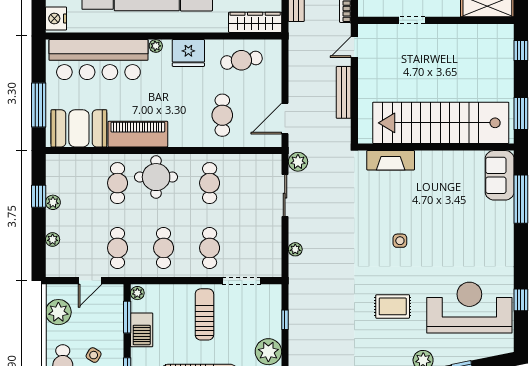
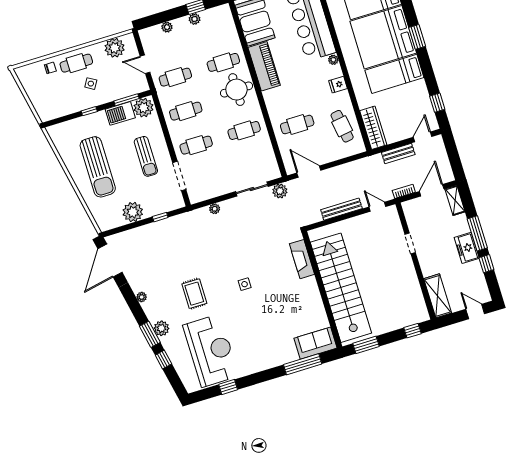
fridge: (188, 53) -> (338, 85), width x0.53, depth x0.75
plant: (137, 293) -> (143, 108), width x1.88, depth x1.88
sun lounger: (204, 314) -> (146, 156), turned 90

